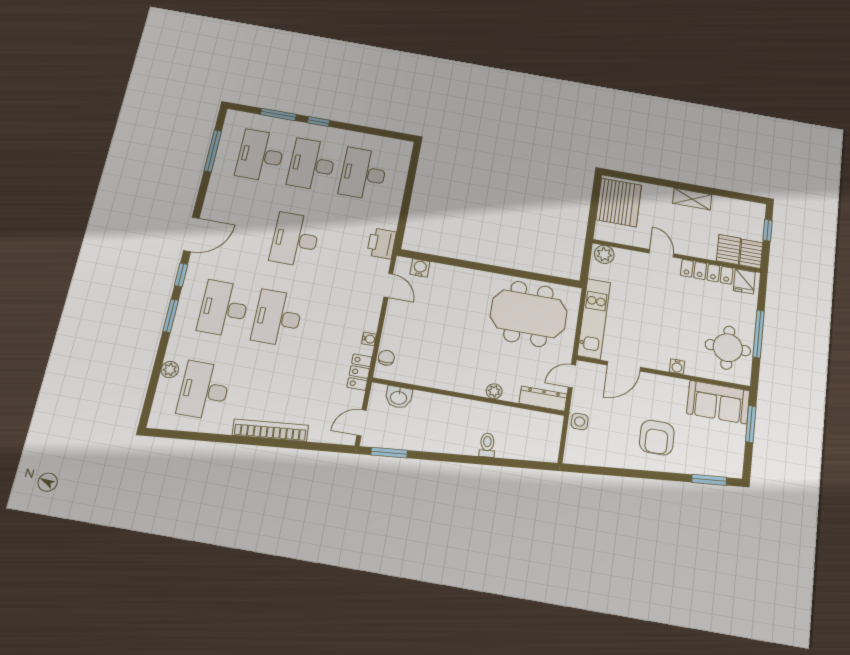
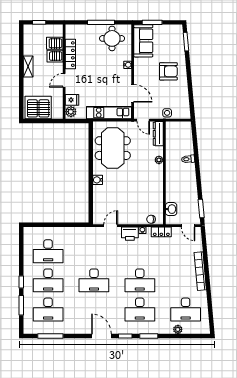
printer: (382, 243) -> (130, 234), moved
server rack: (751, 254) -> (55, 56), moved
water cooler: (420, 268) -> (98, 180), moved
fridge: (744, 281) -> (72, 100), moved

